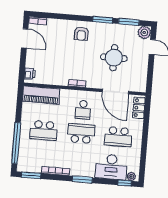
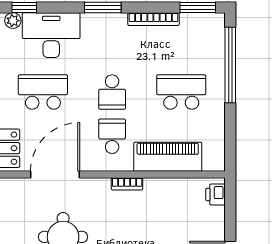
door: (115, 92) -> (55, 175), hinge flipped
piano: (41, 95) -> (168, 157), moved
school desk: (81, 134) -> (112, 92), width x0.54

